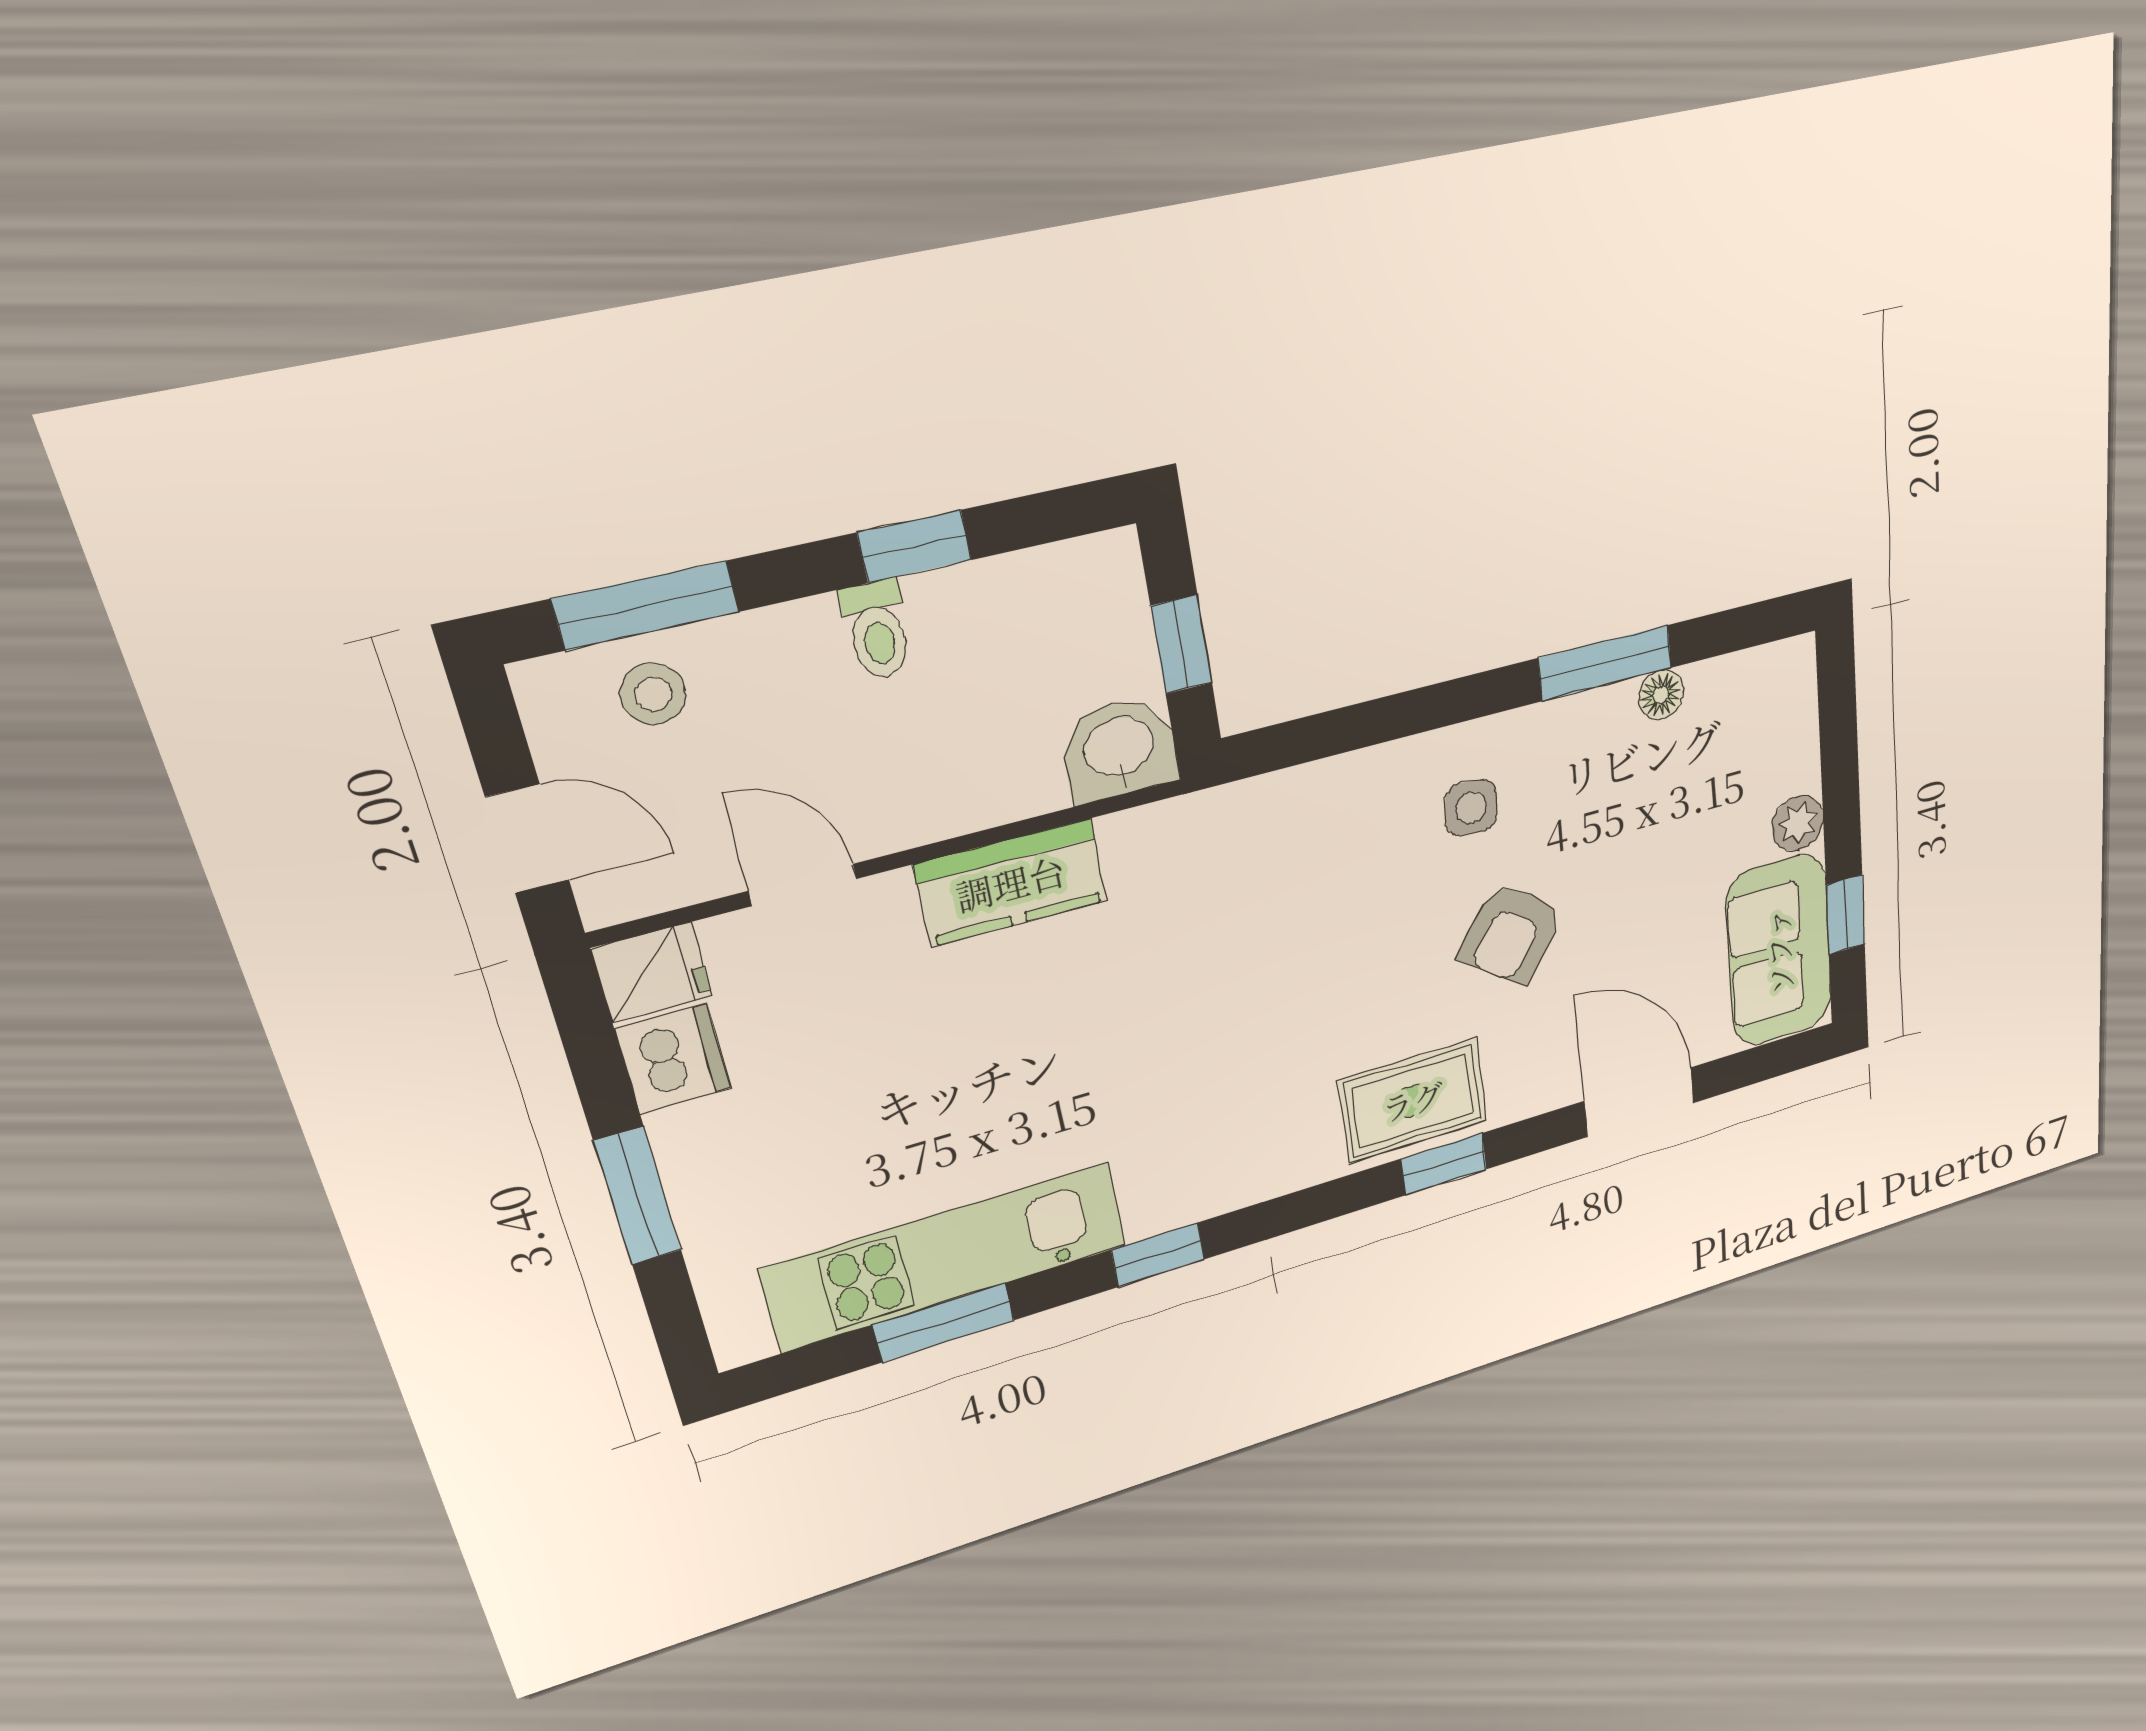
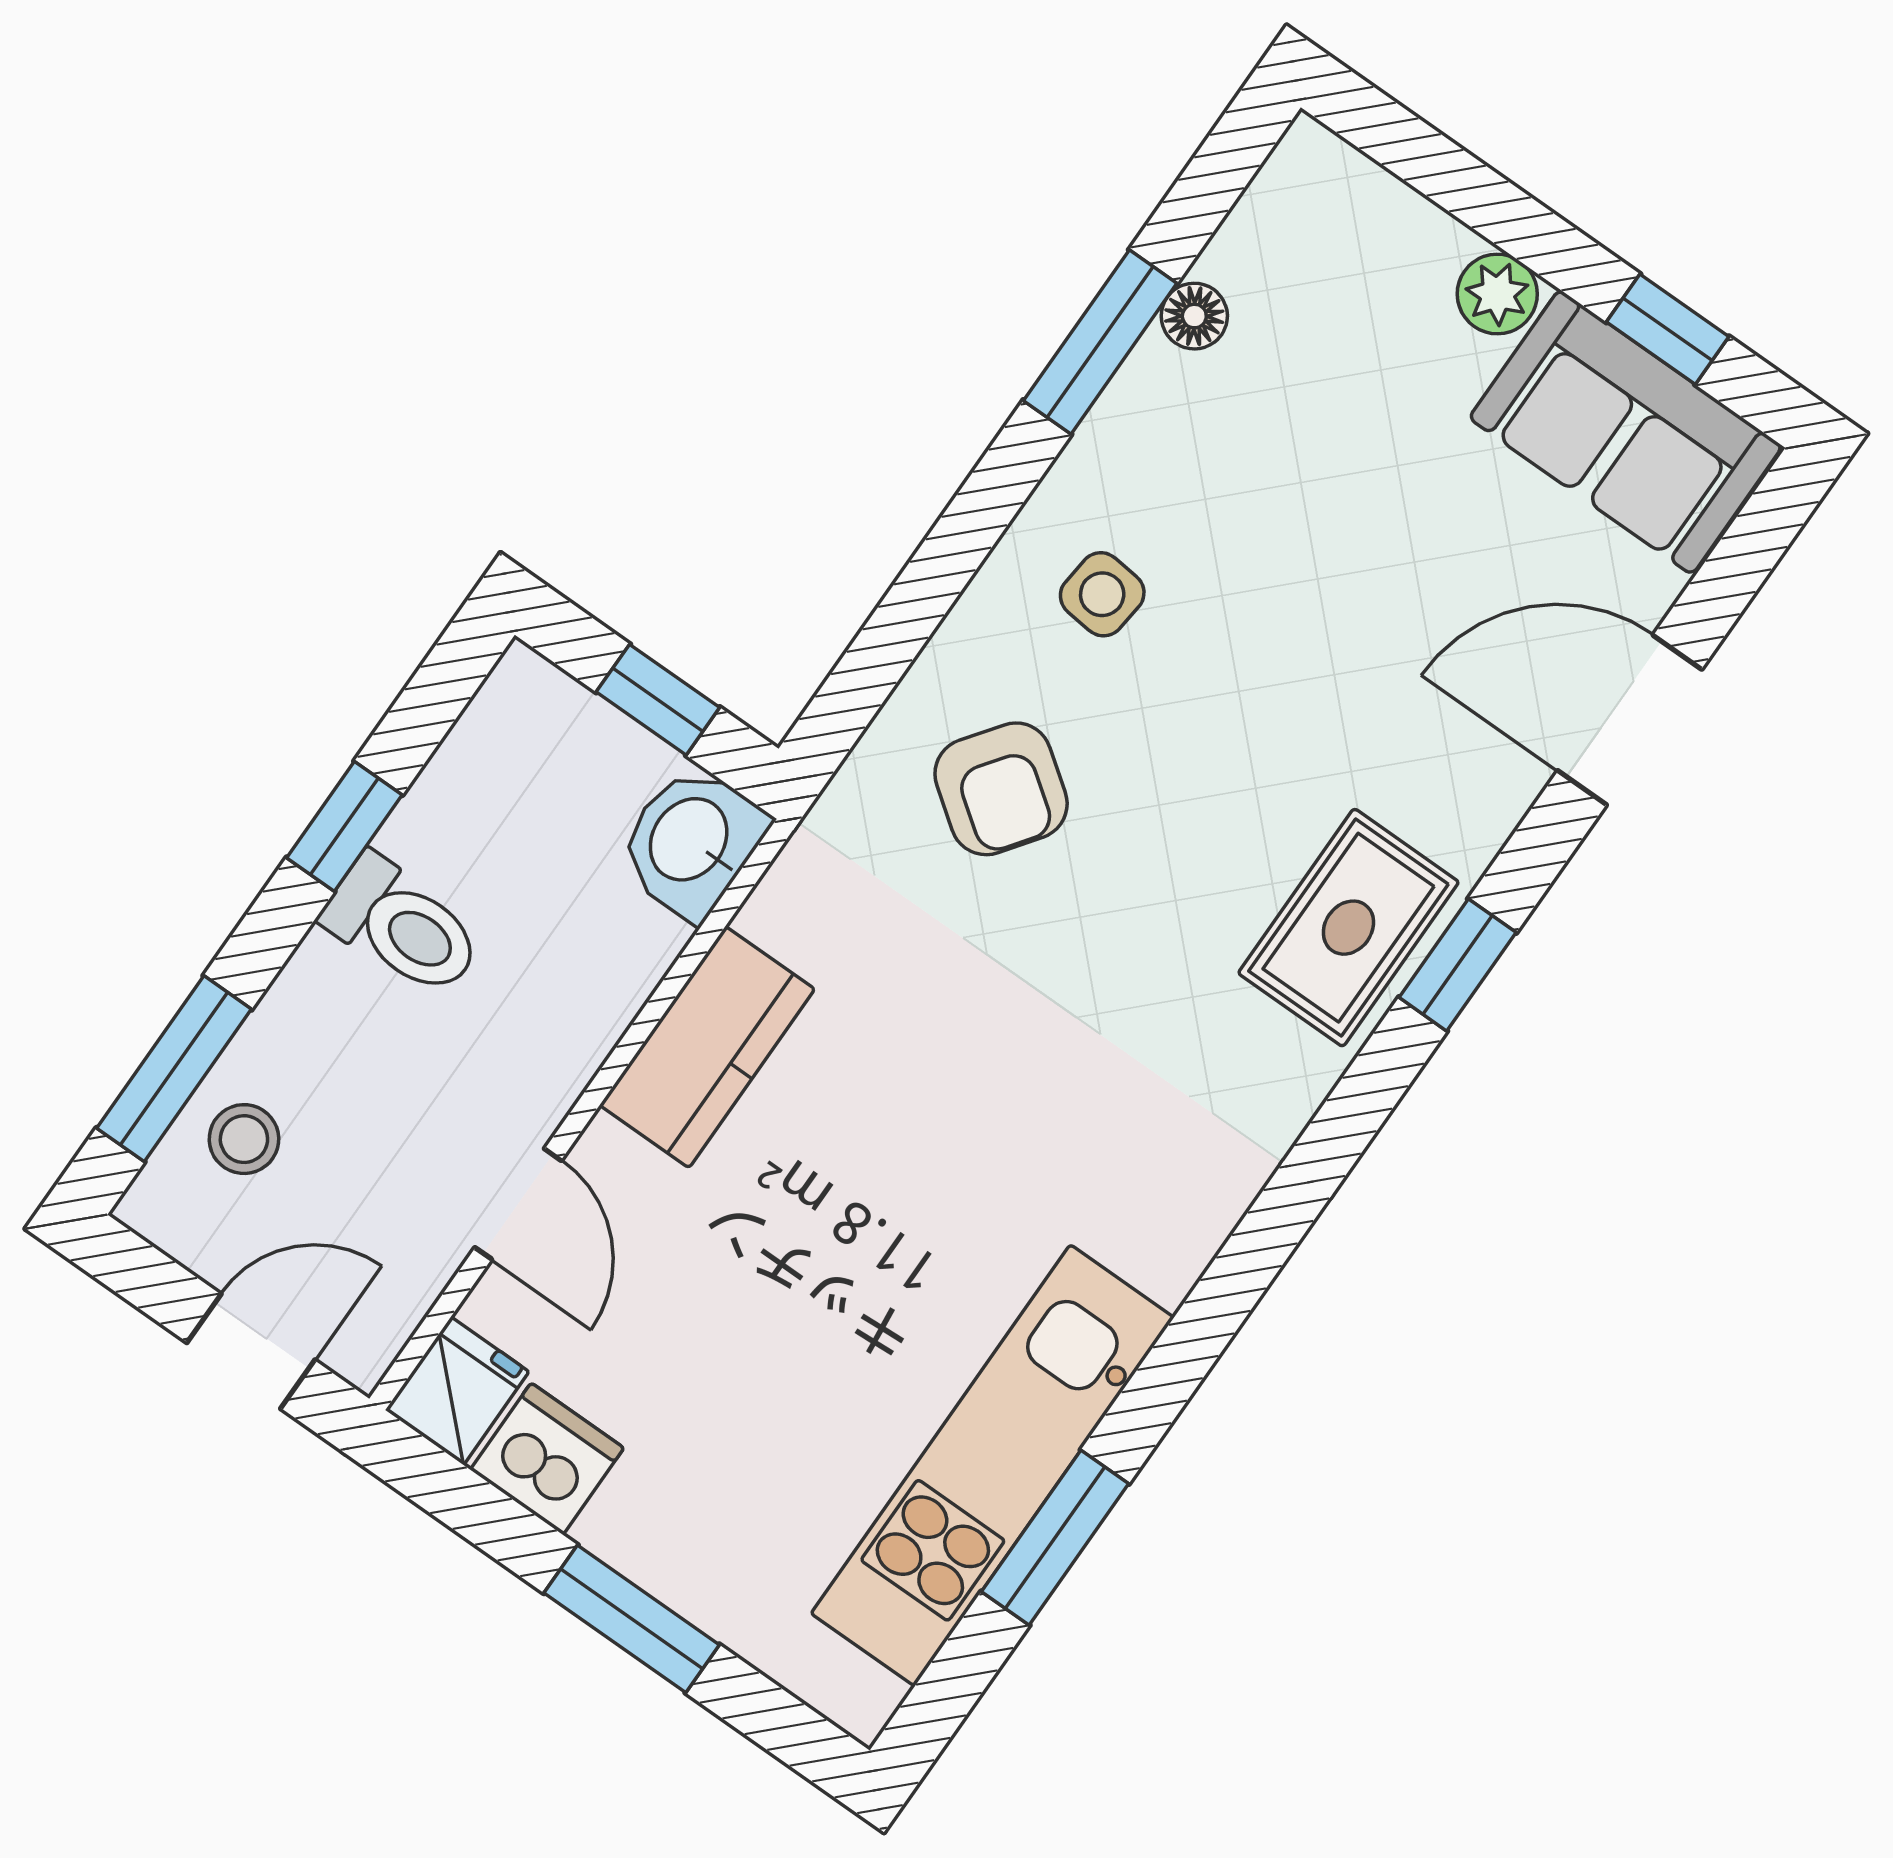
toilet: (877, 630) -> (402, 926), width x1.37, depth x1.39
door: (803, 885) -> (518, 1204), swing flipped
armchair: (1511, 934) -> (1001, 789), moved
window: (1158, 1255) -> (1221, 1301), removed

